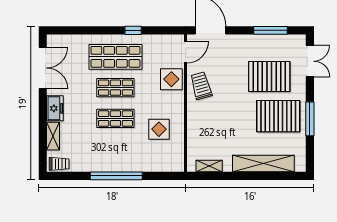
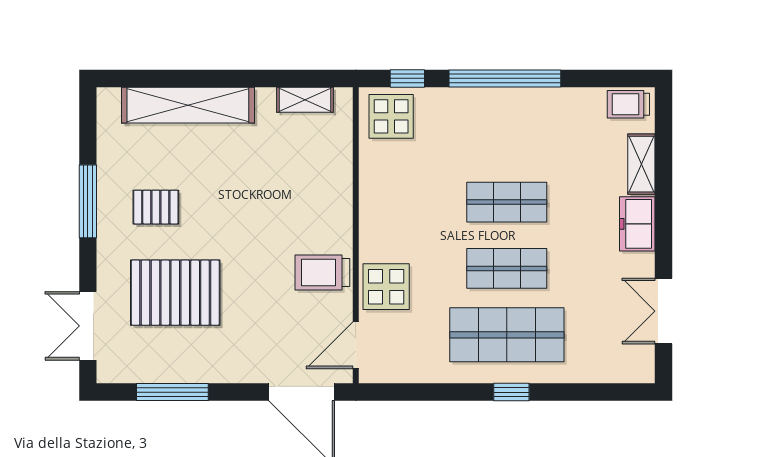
window: (133, 30) -> (511, 392), moved
double door: (43, 68) -> (664, 311), width x0.73
trolley: (201, 86) -> (322, 272), turned 106
pallet: (278, 116) -> (156, 207), width x0.49, depth x0.50
display table: (159, 129) -> (391, 116), moved
window: (162, 176) -> (407, 78), added

